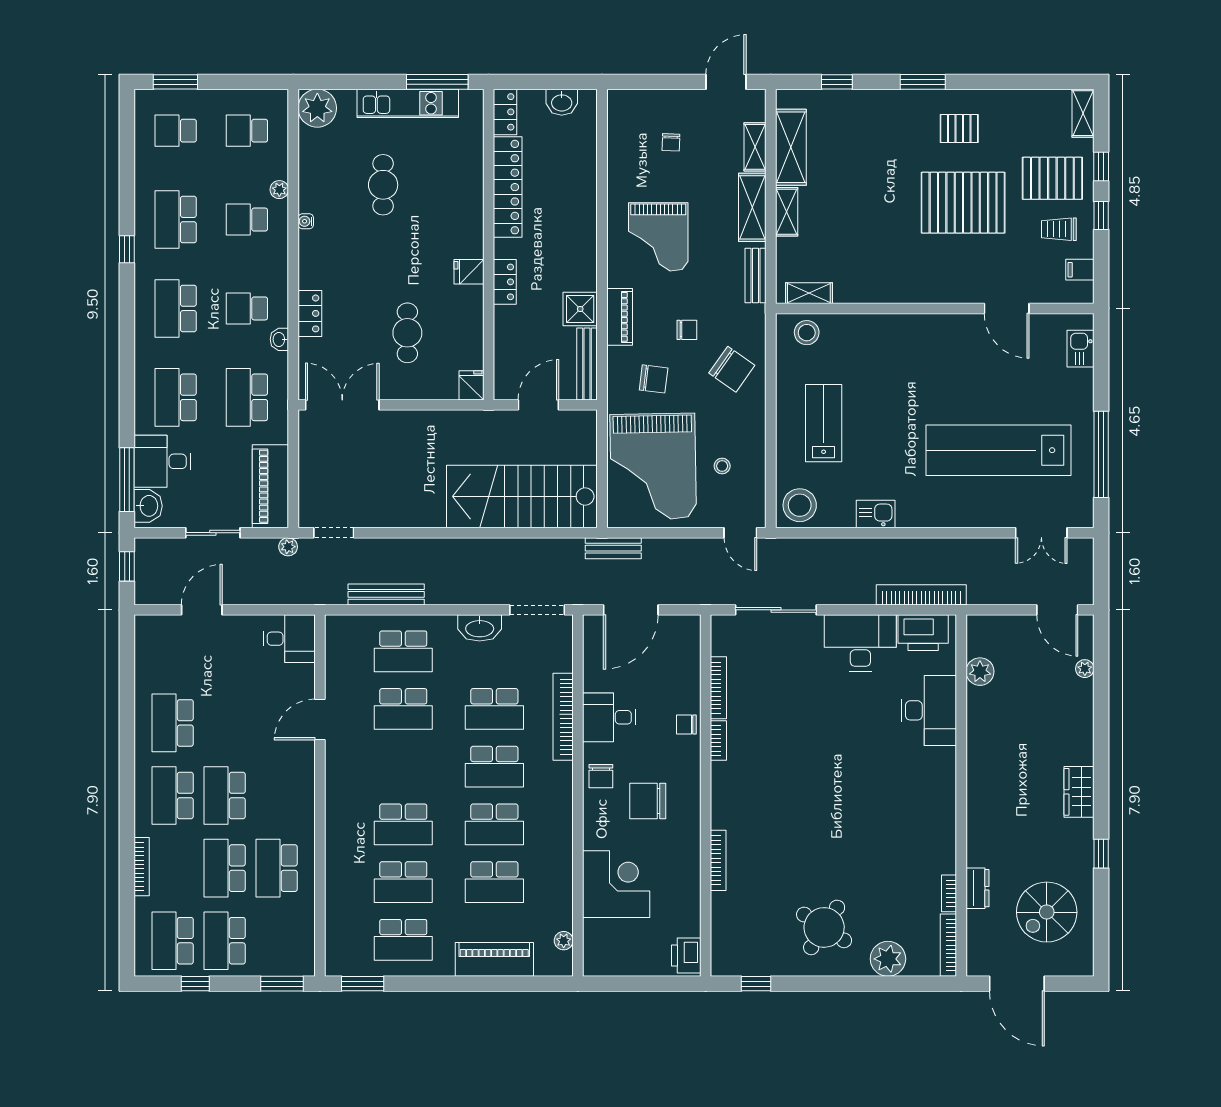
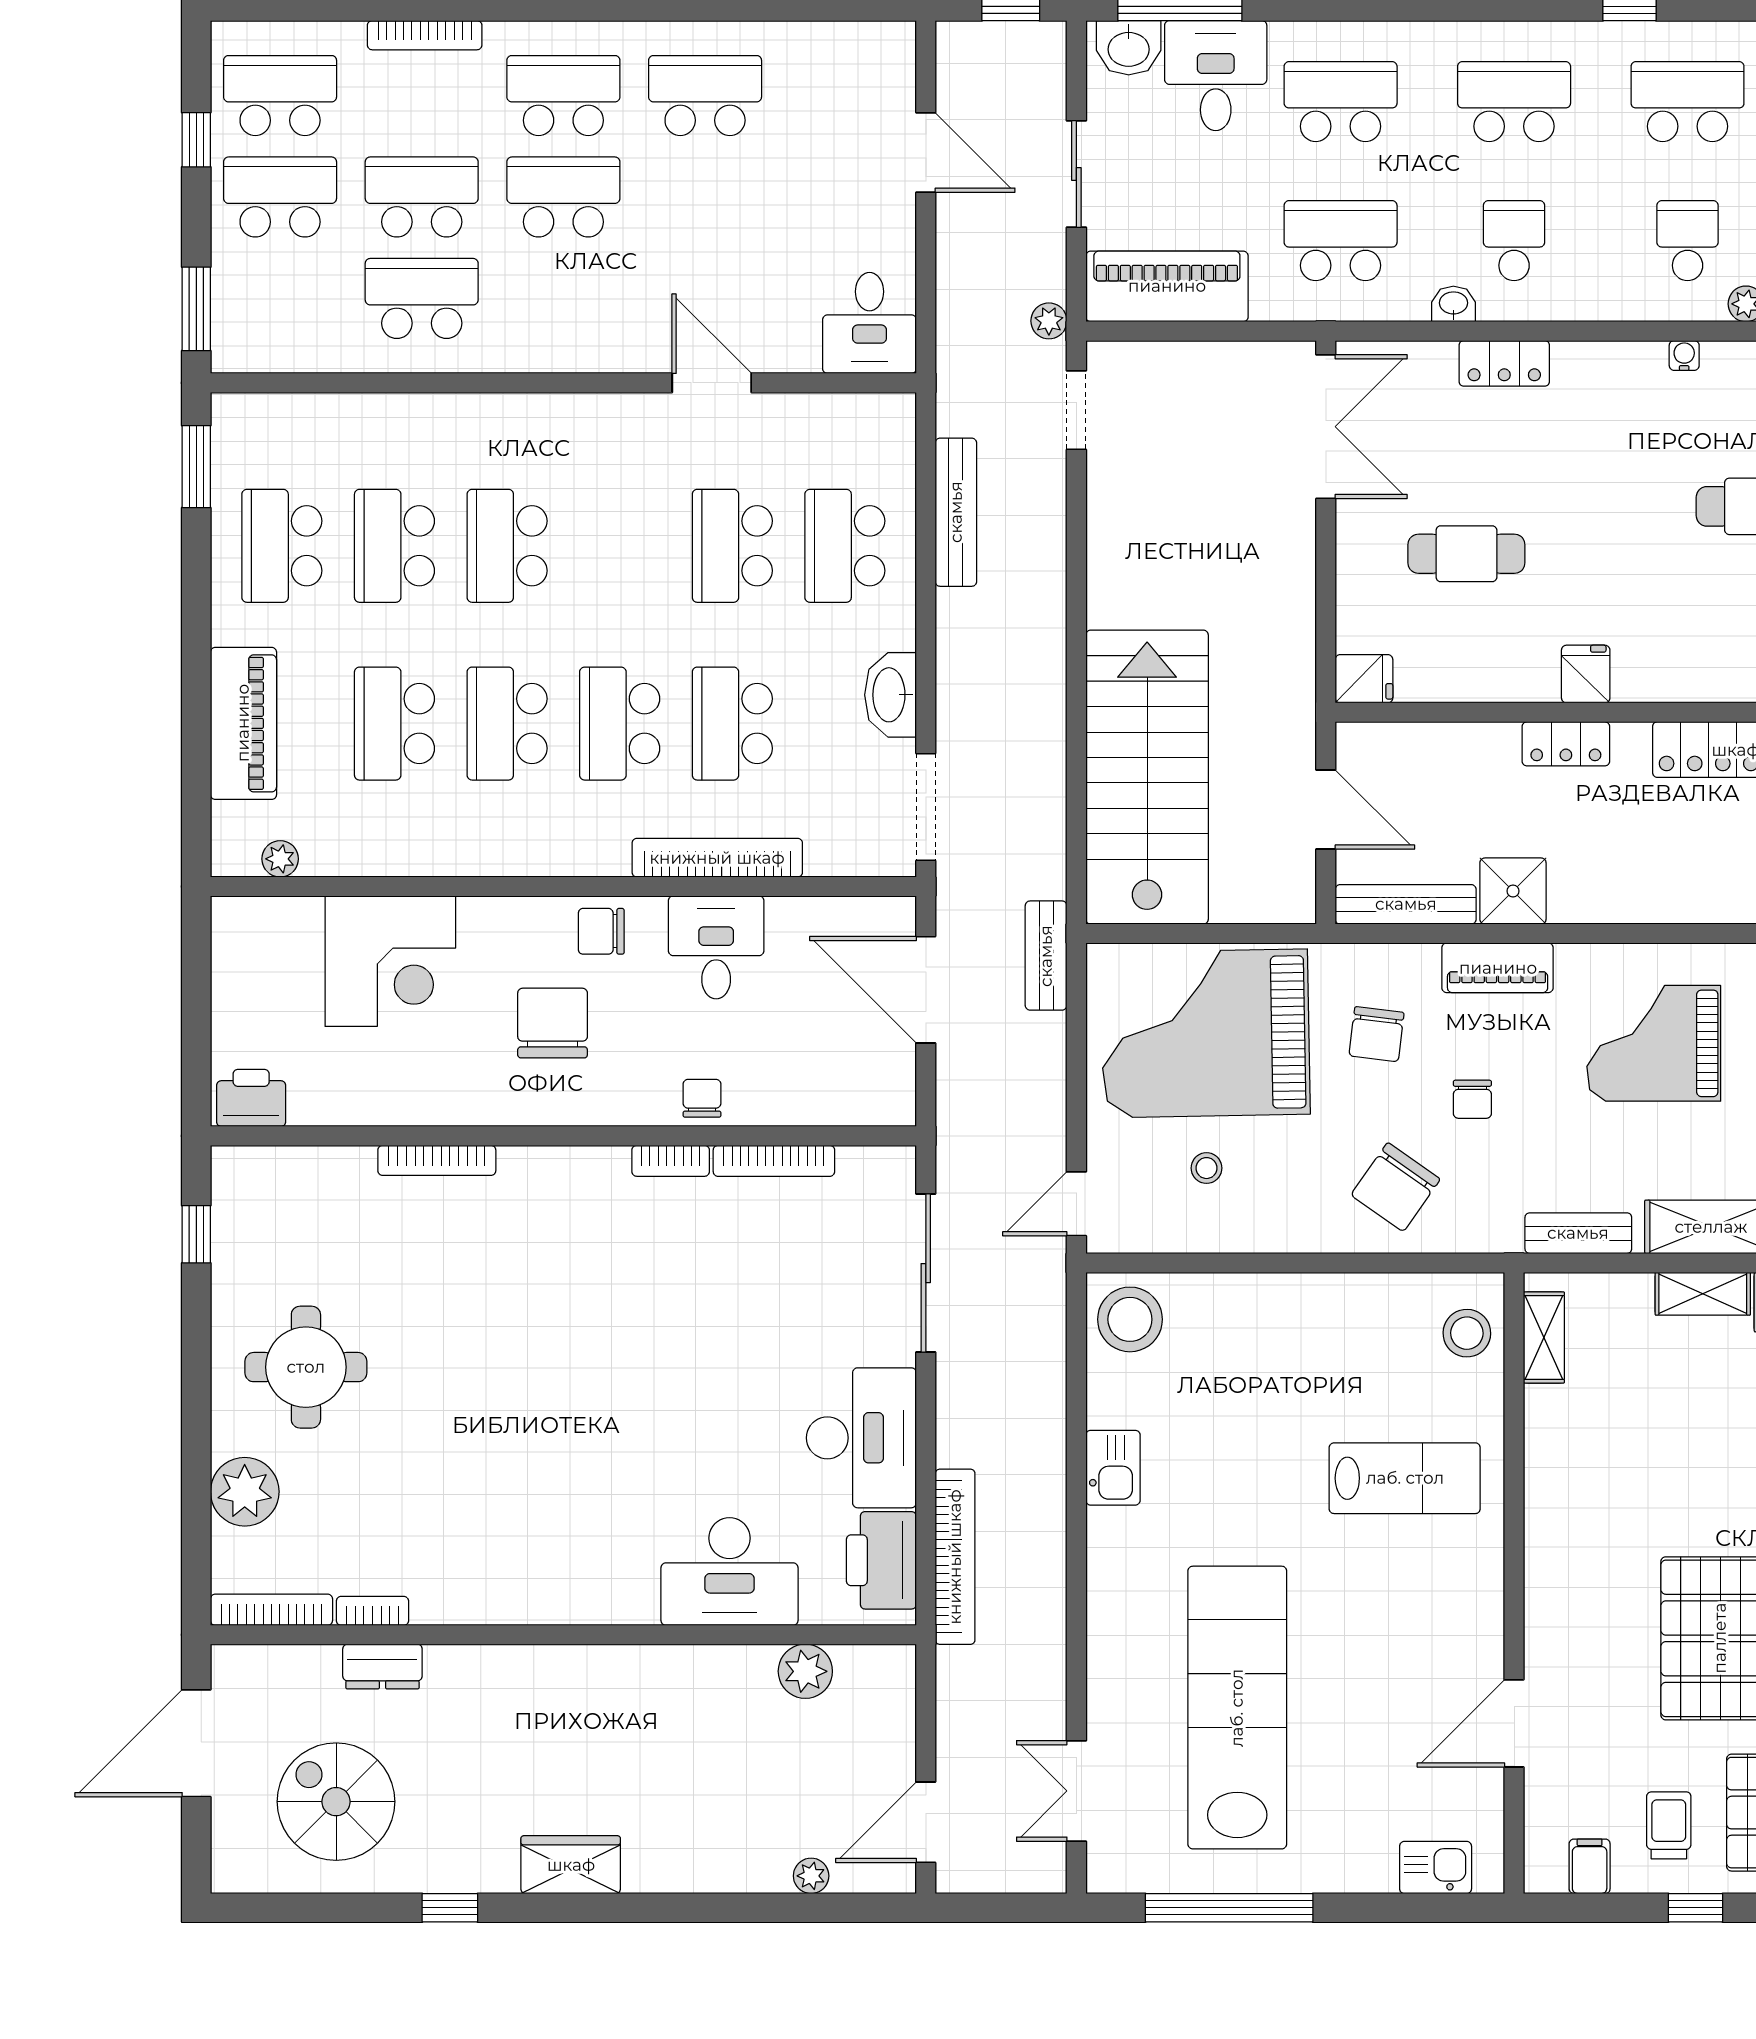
lab bench: (824, 423) -> (1405, 1478), moved
round table: (824, 927) -> (306, 1367), turned -33

